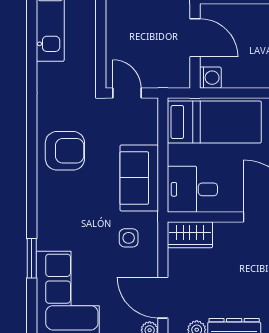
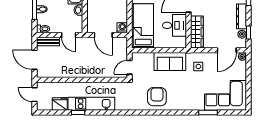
door: (195, 38) -> (103, 35), swing flipped
desk: (192, 189) -> (174, 25), moved, turned -90
wardrobe: (190, 235) -> (197, 32), width x1.50

